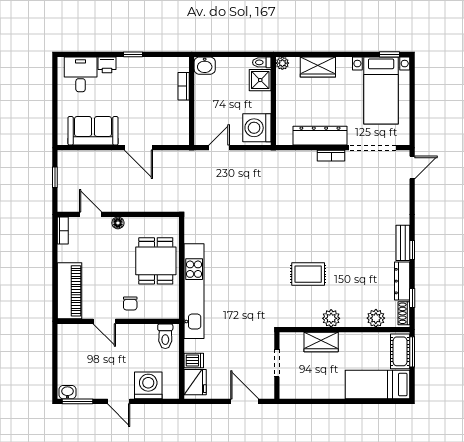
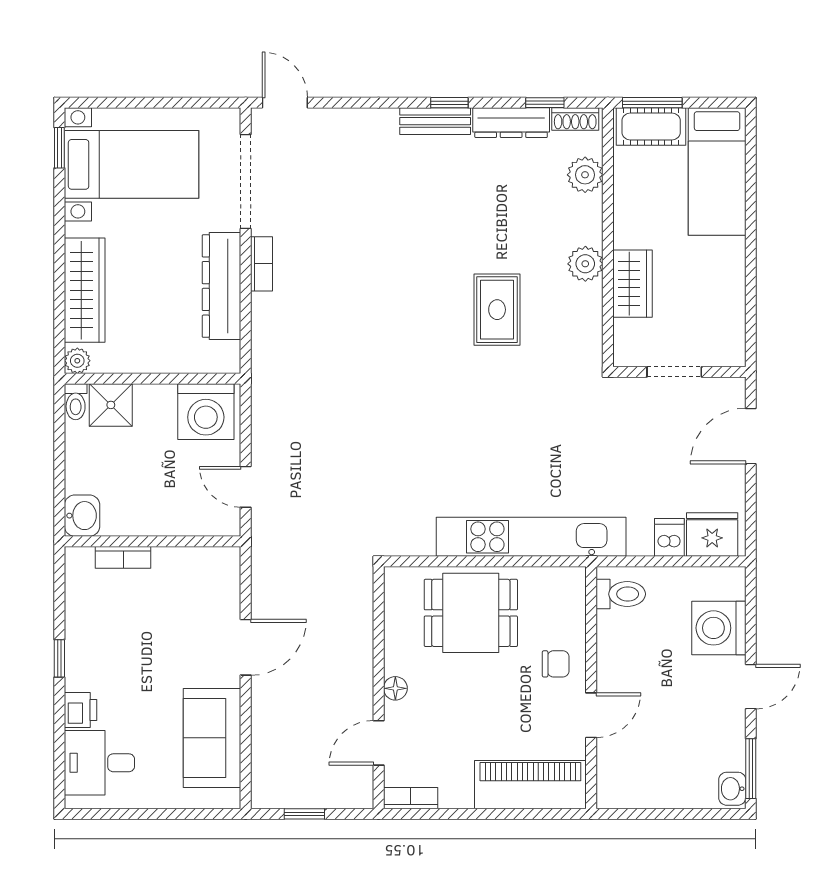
wardrobe: (318, 67) -> (85, 290), width x1.50

